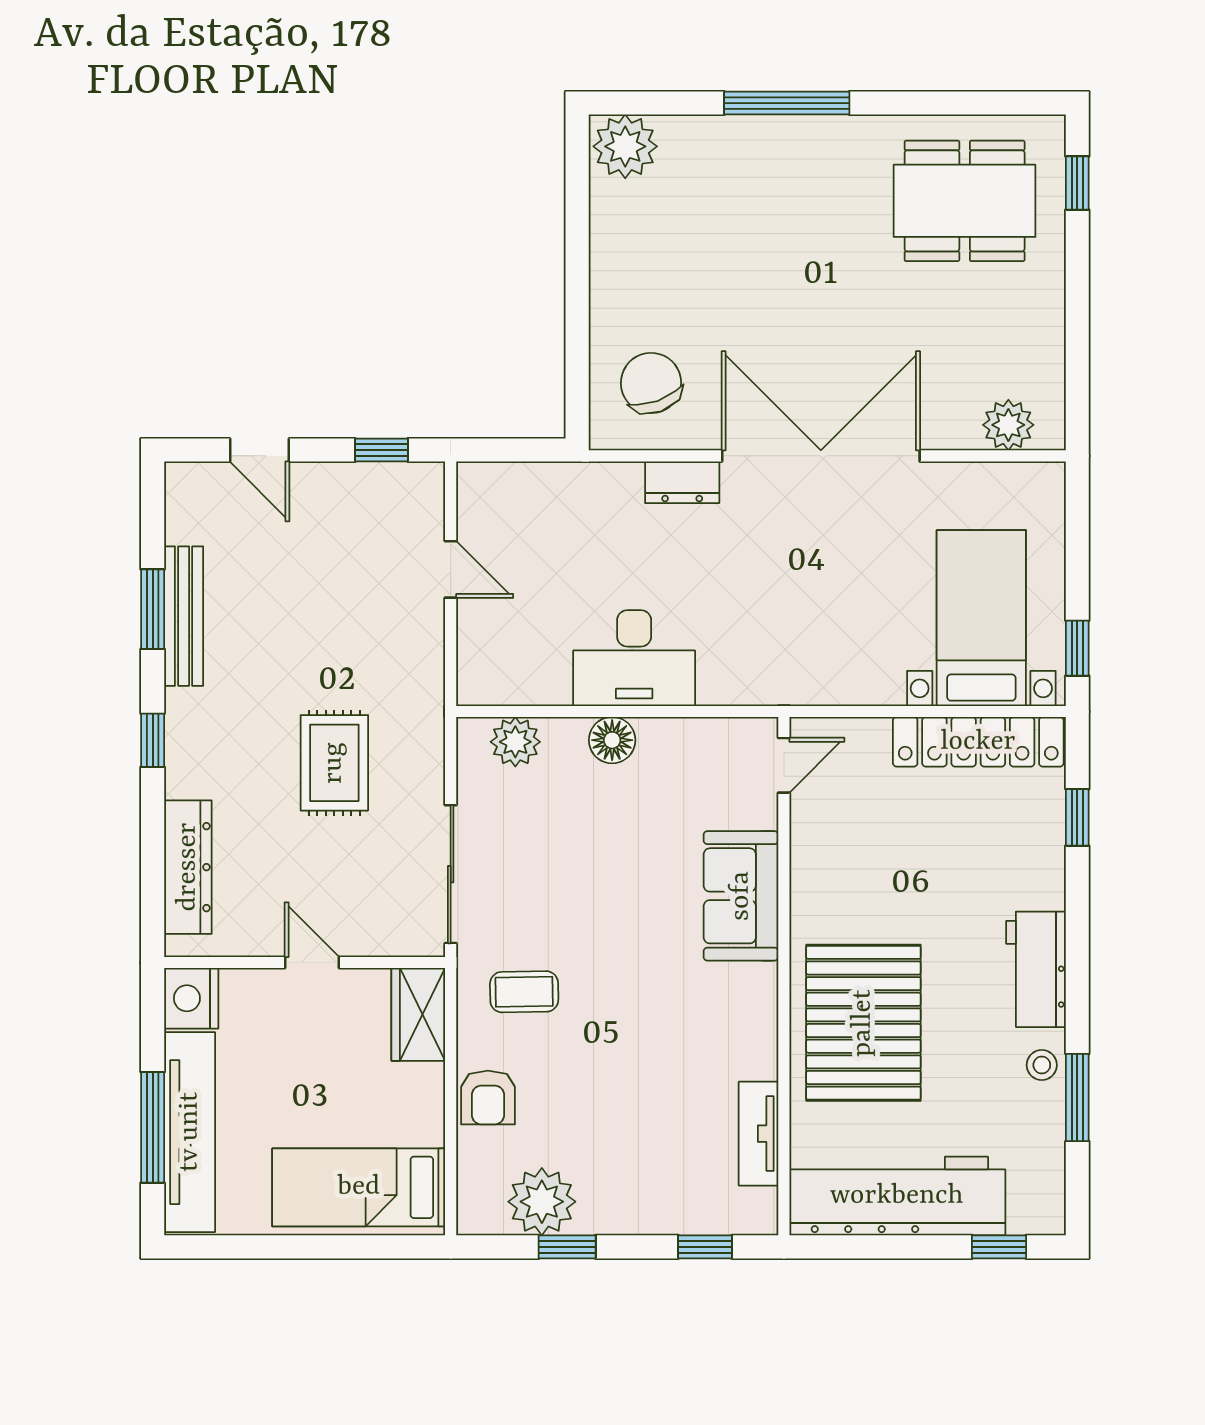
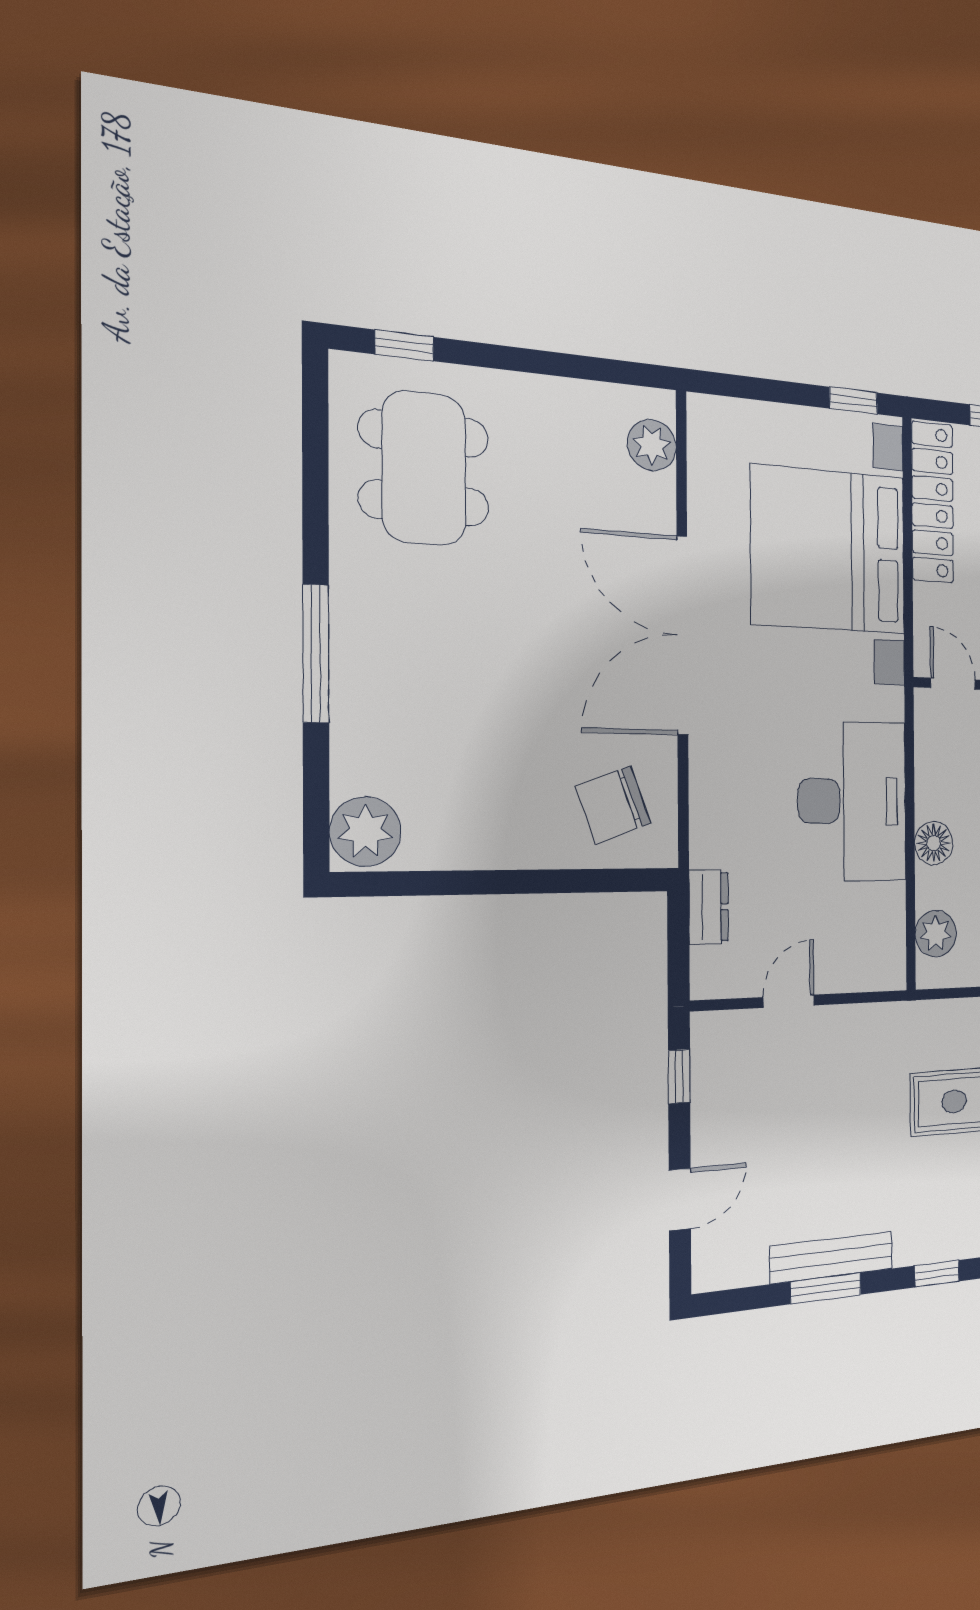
dresser: (682, 482) -> (709, 907), moved
bed with nightstands: (981, 618) -> (829, 550), width x1.85
desk: (634, 658) -> (852, 801), width x1.36, depth x1.30

